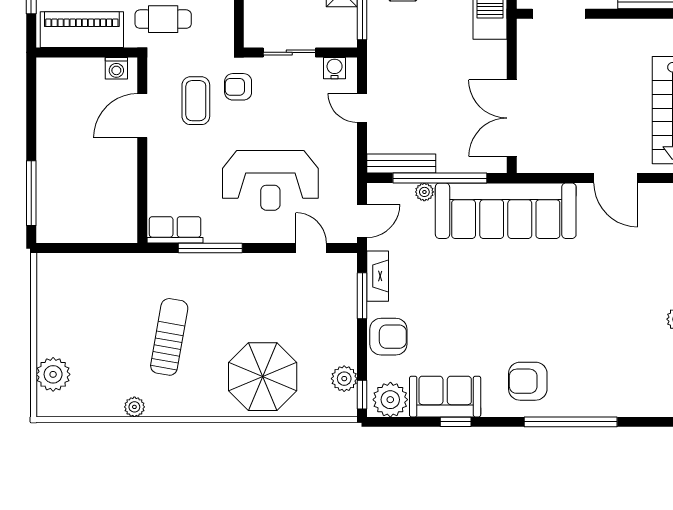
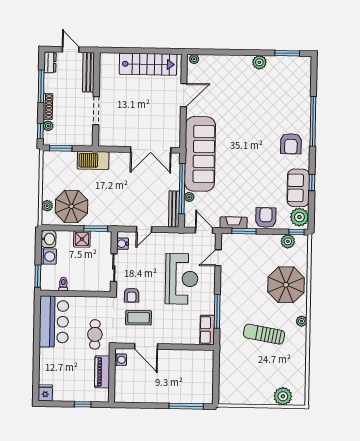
doorway: (559, 14) -> (96, 111), moved
piano: (82, 30) -> (102, 372), width x0.73, depth x0.75
plant: (134, 407) -> (301, 321), moved

